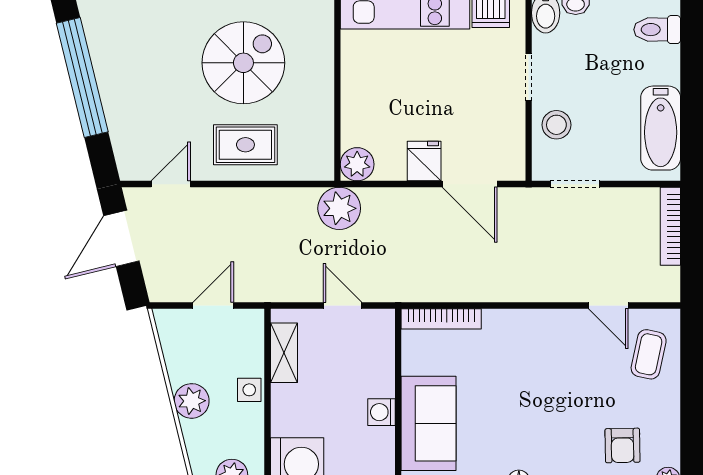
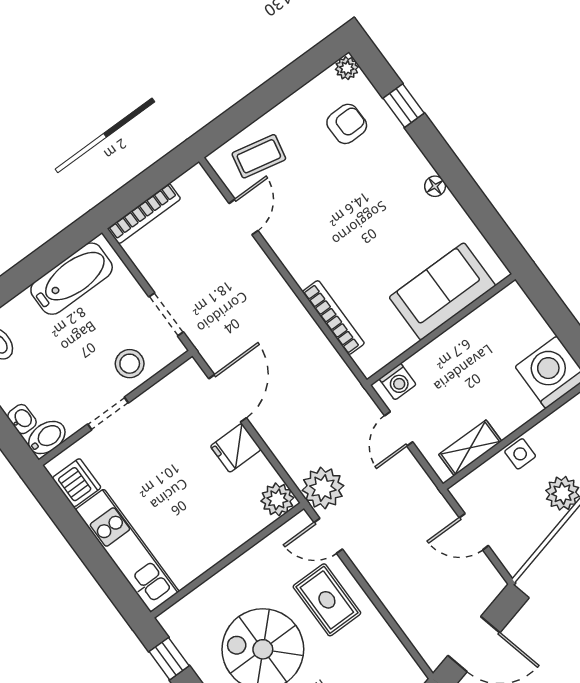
door: (171, 184) -> (328, 536), moved
bookcase: (441, 319) -> (333, 318), moved
washing machine: (381, 412) -> (398, 382), moved

